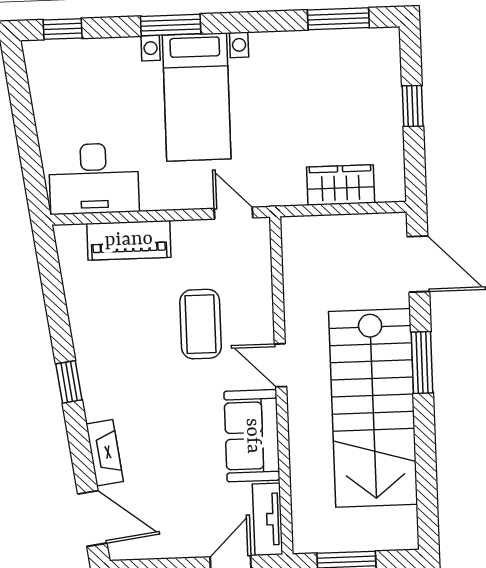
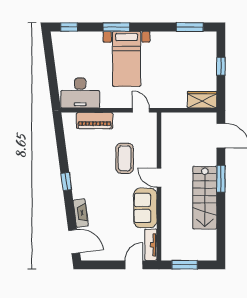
wardrobe: (341, 185) -> (202, 100), moved
stairs: (373, 408) -> (205, 198), width x0.73, depth x0.66

